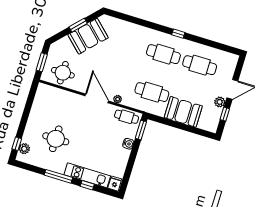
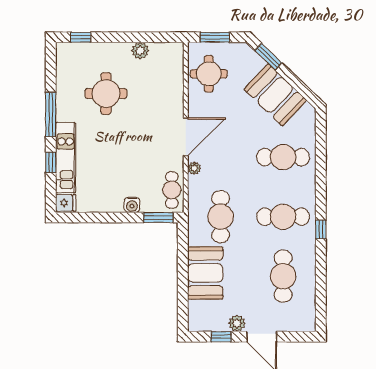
window: (78, 25) -> (268, 57), moved
cafe table: (127, 43) -> (283, 157), added
cafe table: (163, 54) -> (283, 217), turned 90
plant: (24, 149) -> (140, 51), moved

